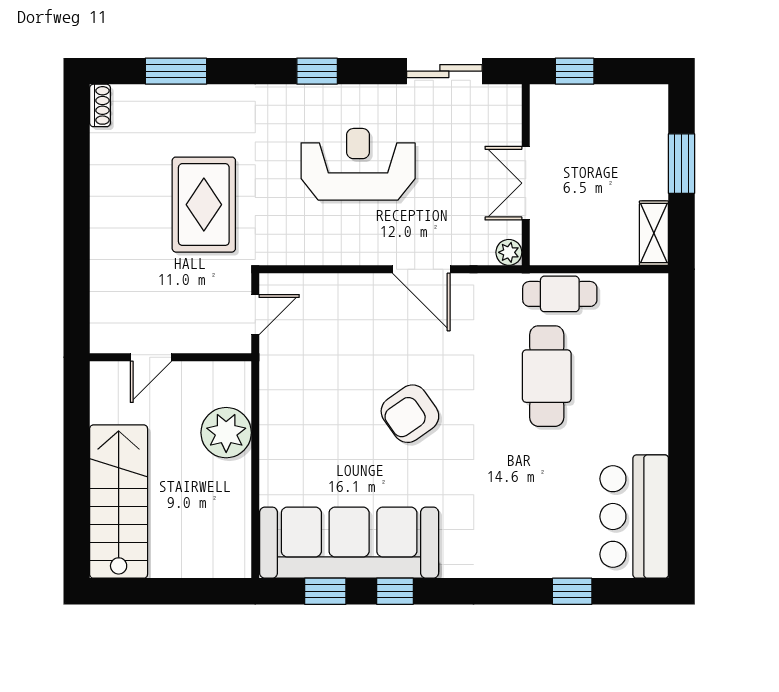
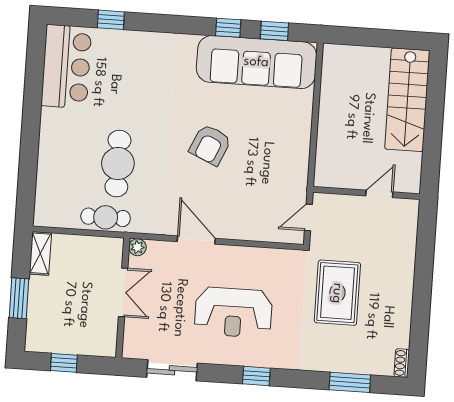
window: (575, 71) -> (64, 363), moved
armchair: (410, 414) -> (210, 145), turned 149
plant: (226, 433) -> (333, 141), removed

